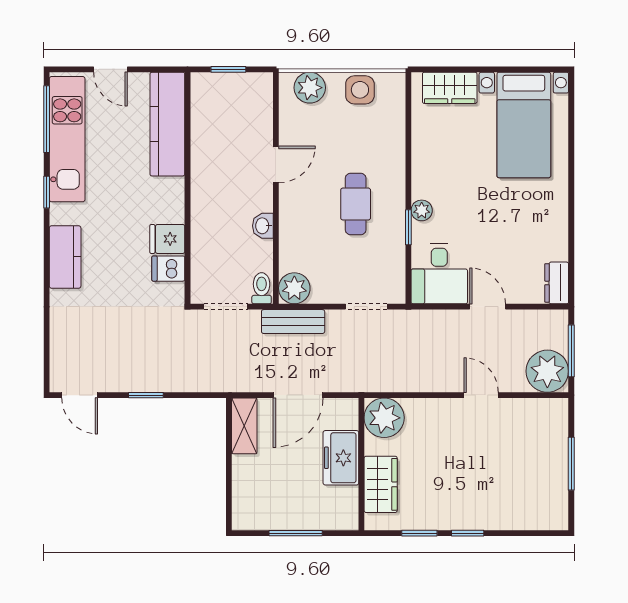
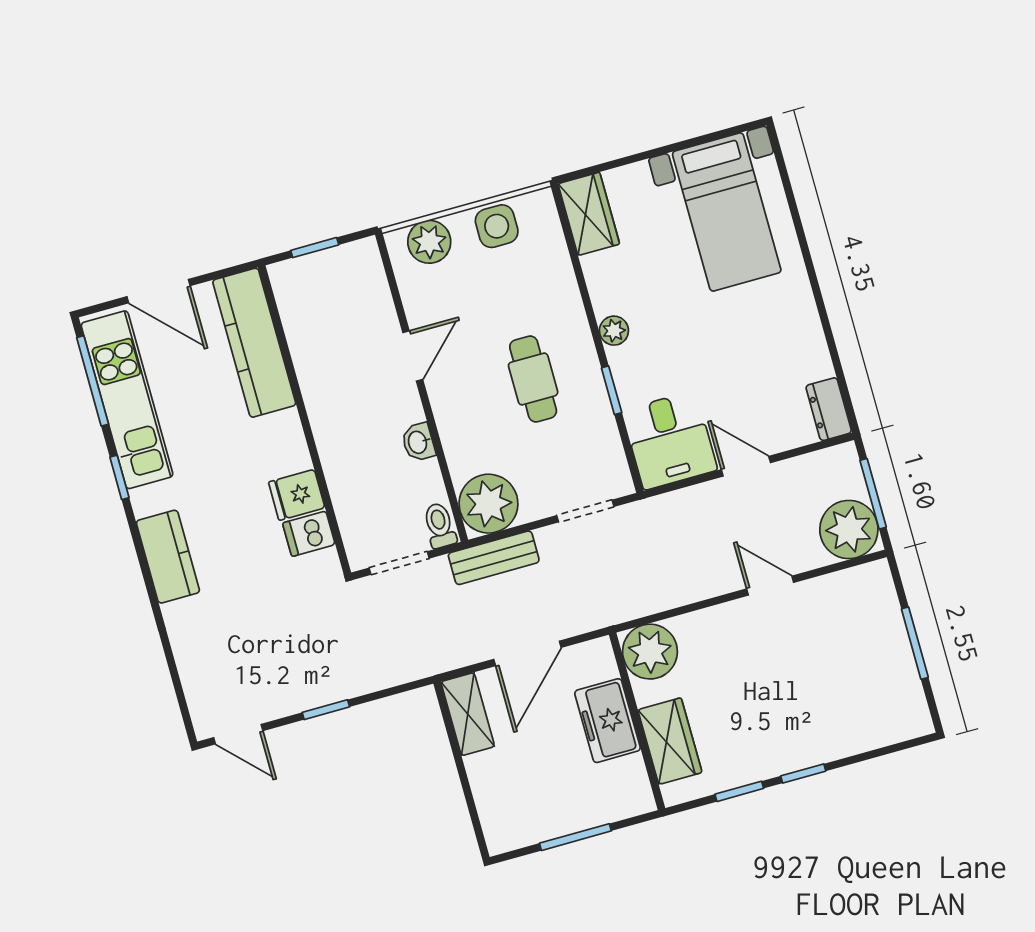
door: (110, 69) -> (159, 291), width x1.38
wardrobe: (450, 88) -> (589, 214), moved, turned -90
plant: (422, 210) -> (614, 331), moved
plant: (294, 288) -> (488, 504), width x1.36, depth x1.36

